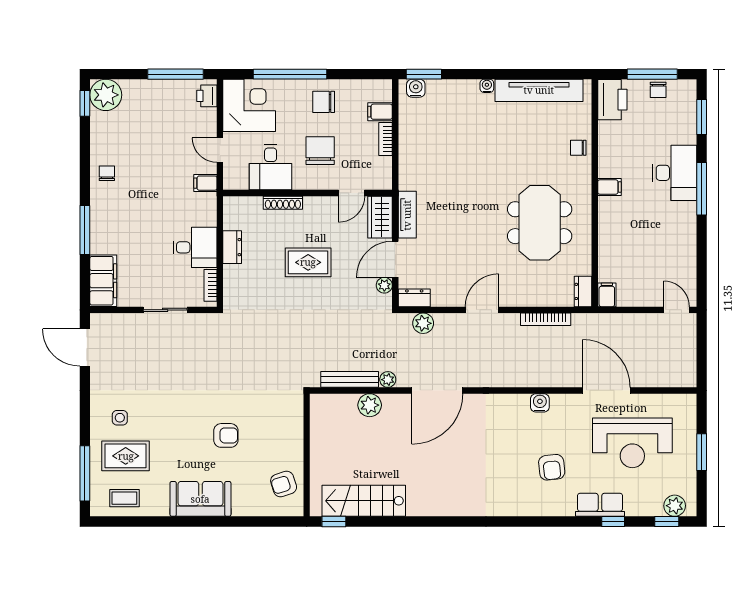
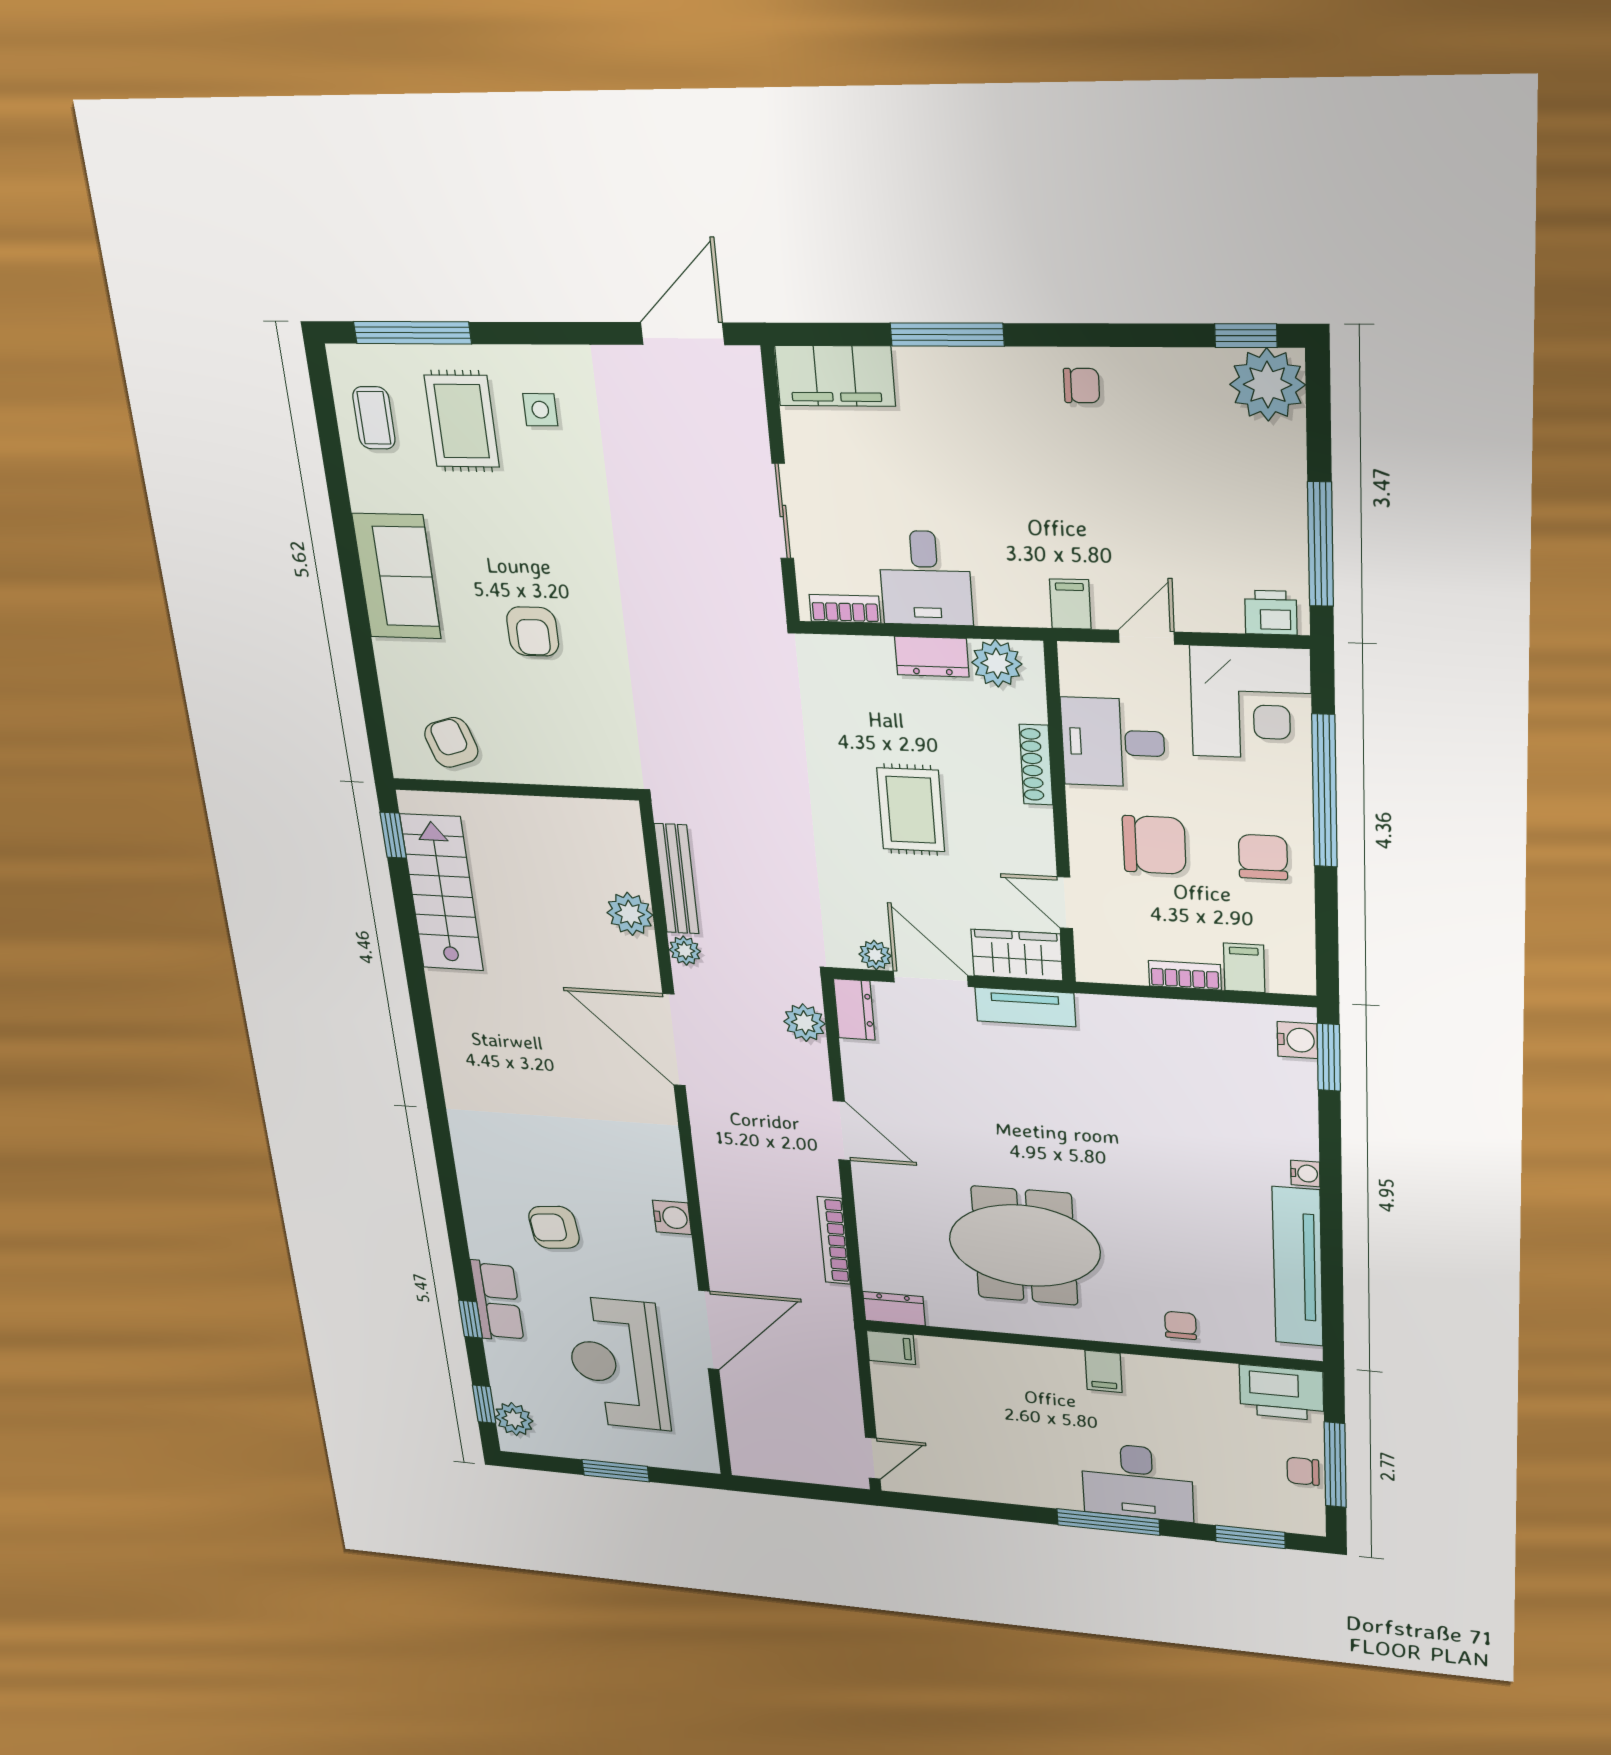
plant: (234, 218) -> (997, 663), added

